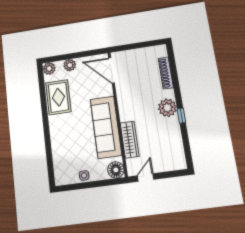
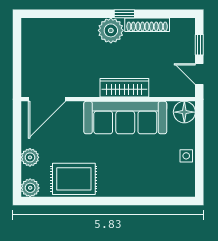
shoe rack: (166, 73) -> (147, 25), moved
wardrobe: (130, 140) -> (124, 88), moved
window: (167, 175) -> (199, 45), added

